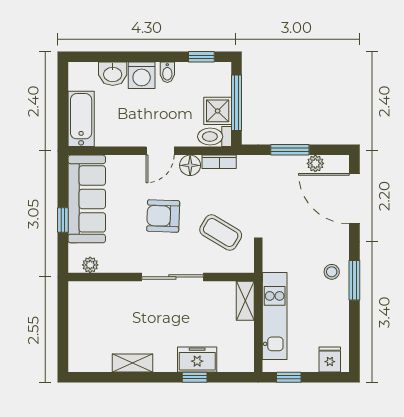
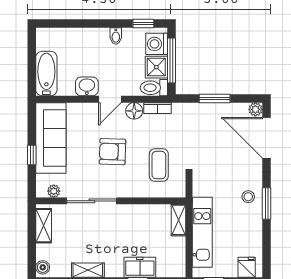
washbasin: (113, 74) -> (87, 86), moved, turned 180
washing machine: (142, 75) -> (157, 44), moved, turned 90
plant: (315, 163) -> (255, 109), moved
coffee table: (221, 233) -> (159, 165), turned 59
sliding door: (172, 277) -> (92, 201), moved
shelving: (78, 308) -> (44, 226), added
boiler: (76, 360) -> (43, 267), added

